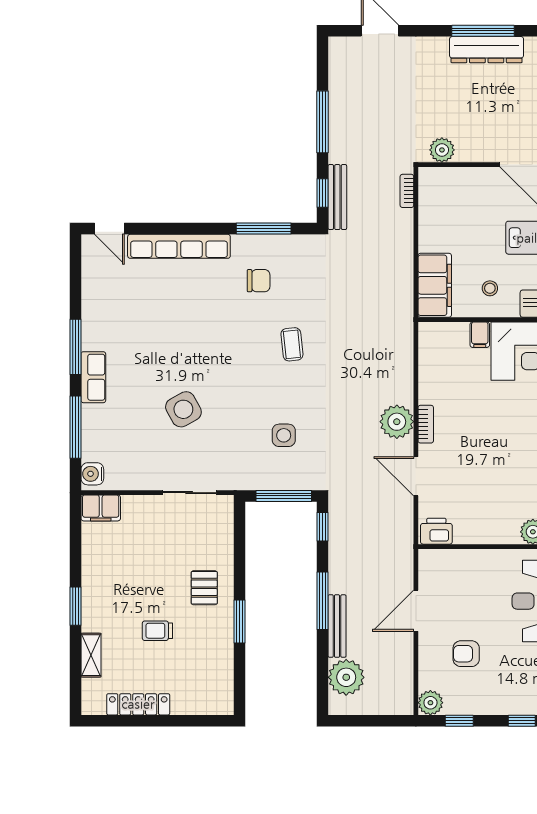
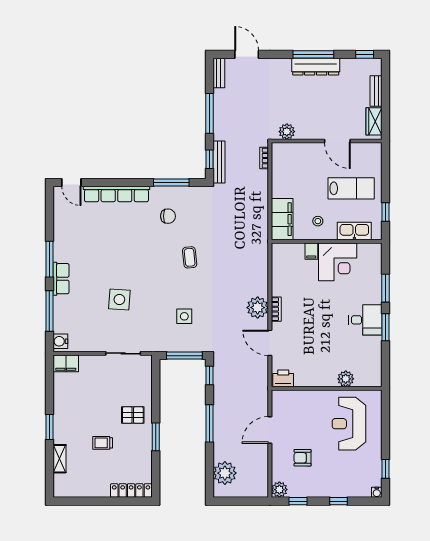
side table: (183, 409) -> (119, 299), turned 33
pallet: (204, 588) -> (133, 415), turned 90
bench: (337, 626) -> (219, 73), moved, width x0.73
locker: (138, 704) -> (131, 491), moved

